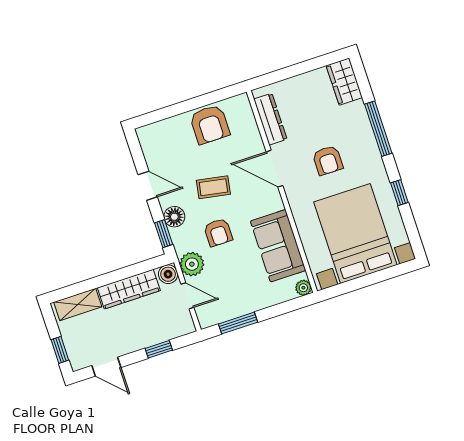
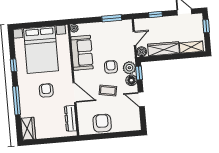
plant: (192, 264) -> (129, 68), moved
door: (187, 296) -> (134, 38), swing flipped

